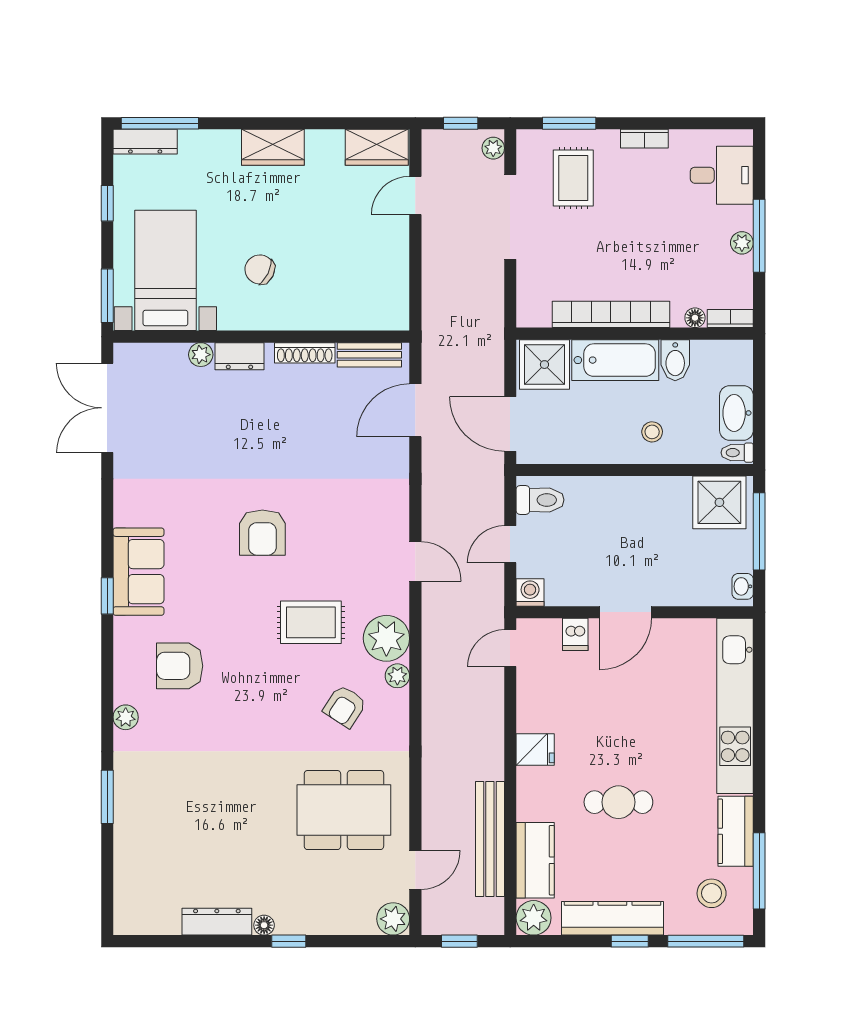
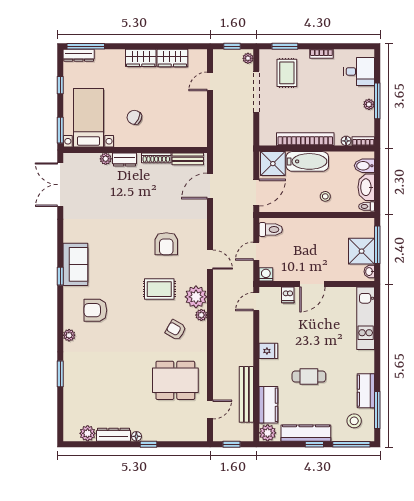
wardrobe: (377, 147) -> (172, 58), moved
bidet: (675, 360) -> (364, 166), moved, turned 90
door: (510, 424) -> (256, 193), swing flipped
shower: (719, 502) -> (362, 251), moved
armchair: (262, 533) -> (166, 244), moved
armchair: (345, 706) -> (176, 330), turned 87
kitchen unit: (735, 706) -> (366, 318), width x0.73
plant: (393, 919) -> (88, 433), moved

